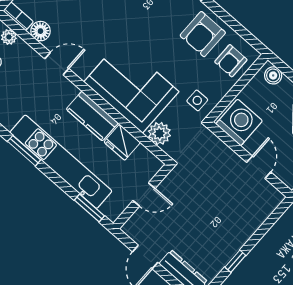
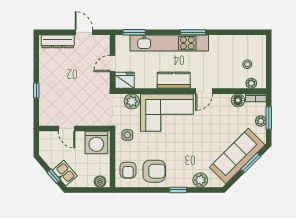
armchair: (203, 34) -> (154, 171), turned 90
armchair: (231, 61) -> (128, 170), turned 180
door: (57, 64) -> (204, 91), moved
fridge: (122, 142) -> (125, 80), moved
window: (235, 261) -> (36, 90), moved

